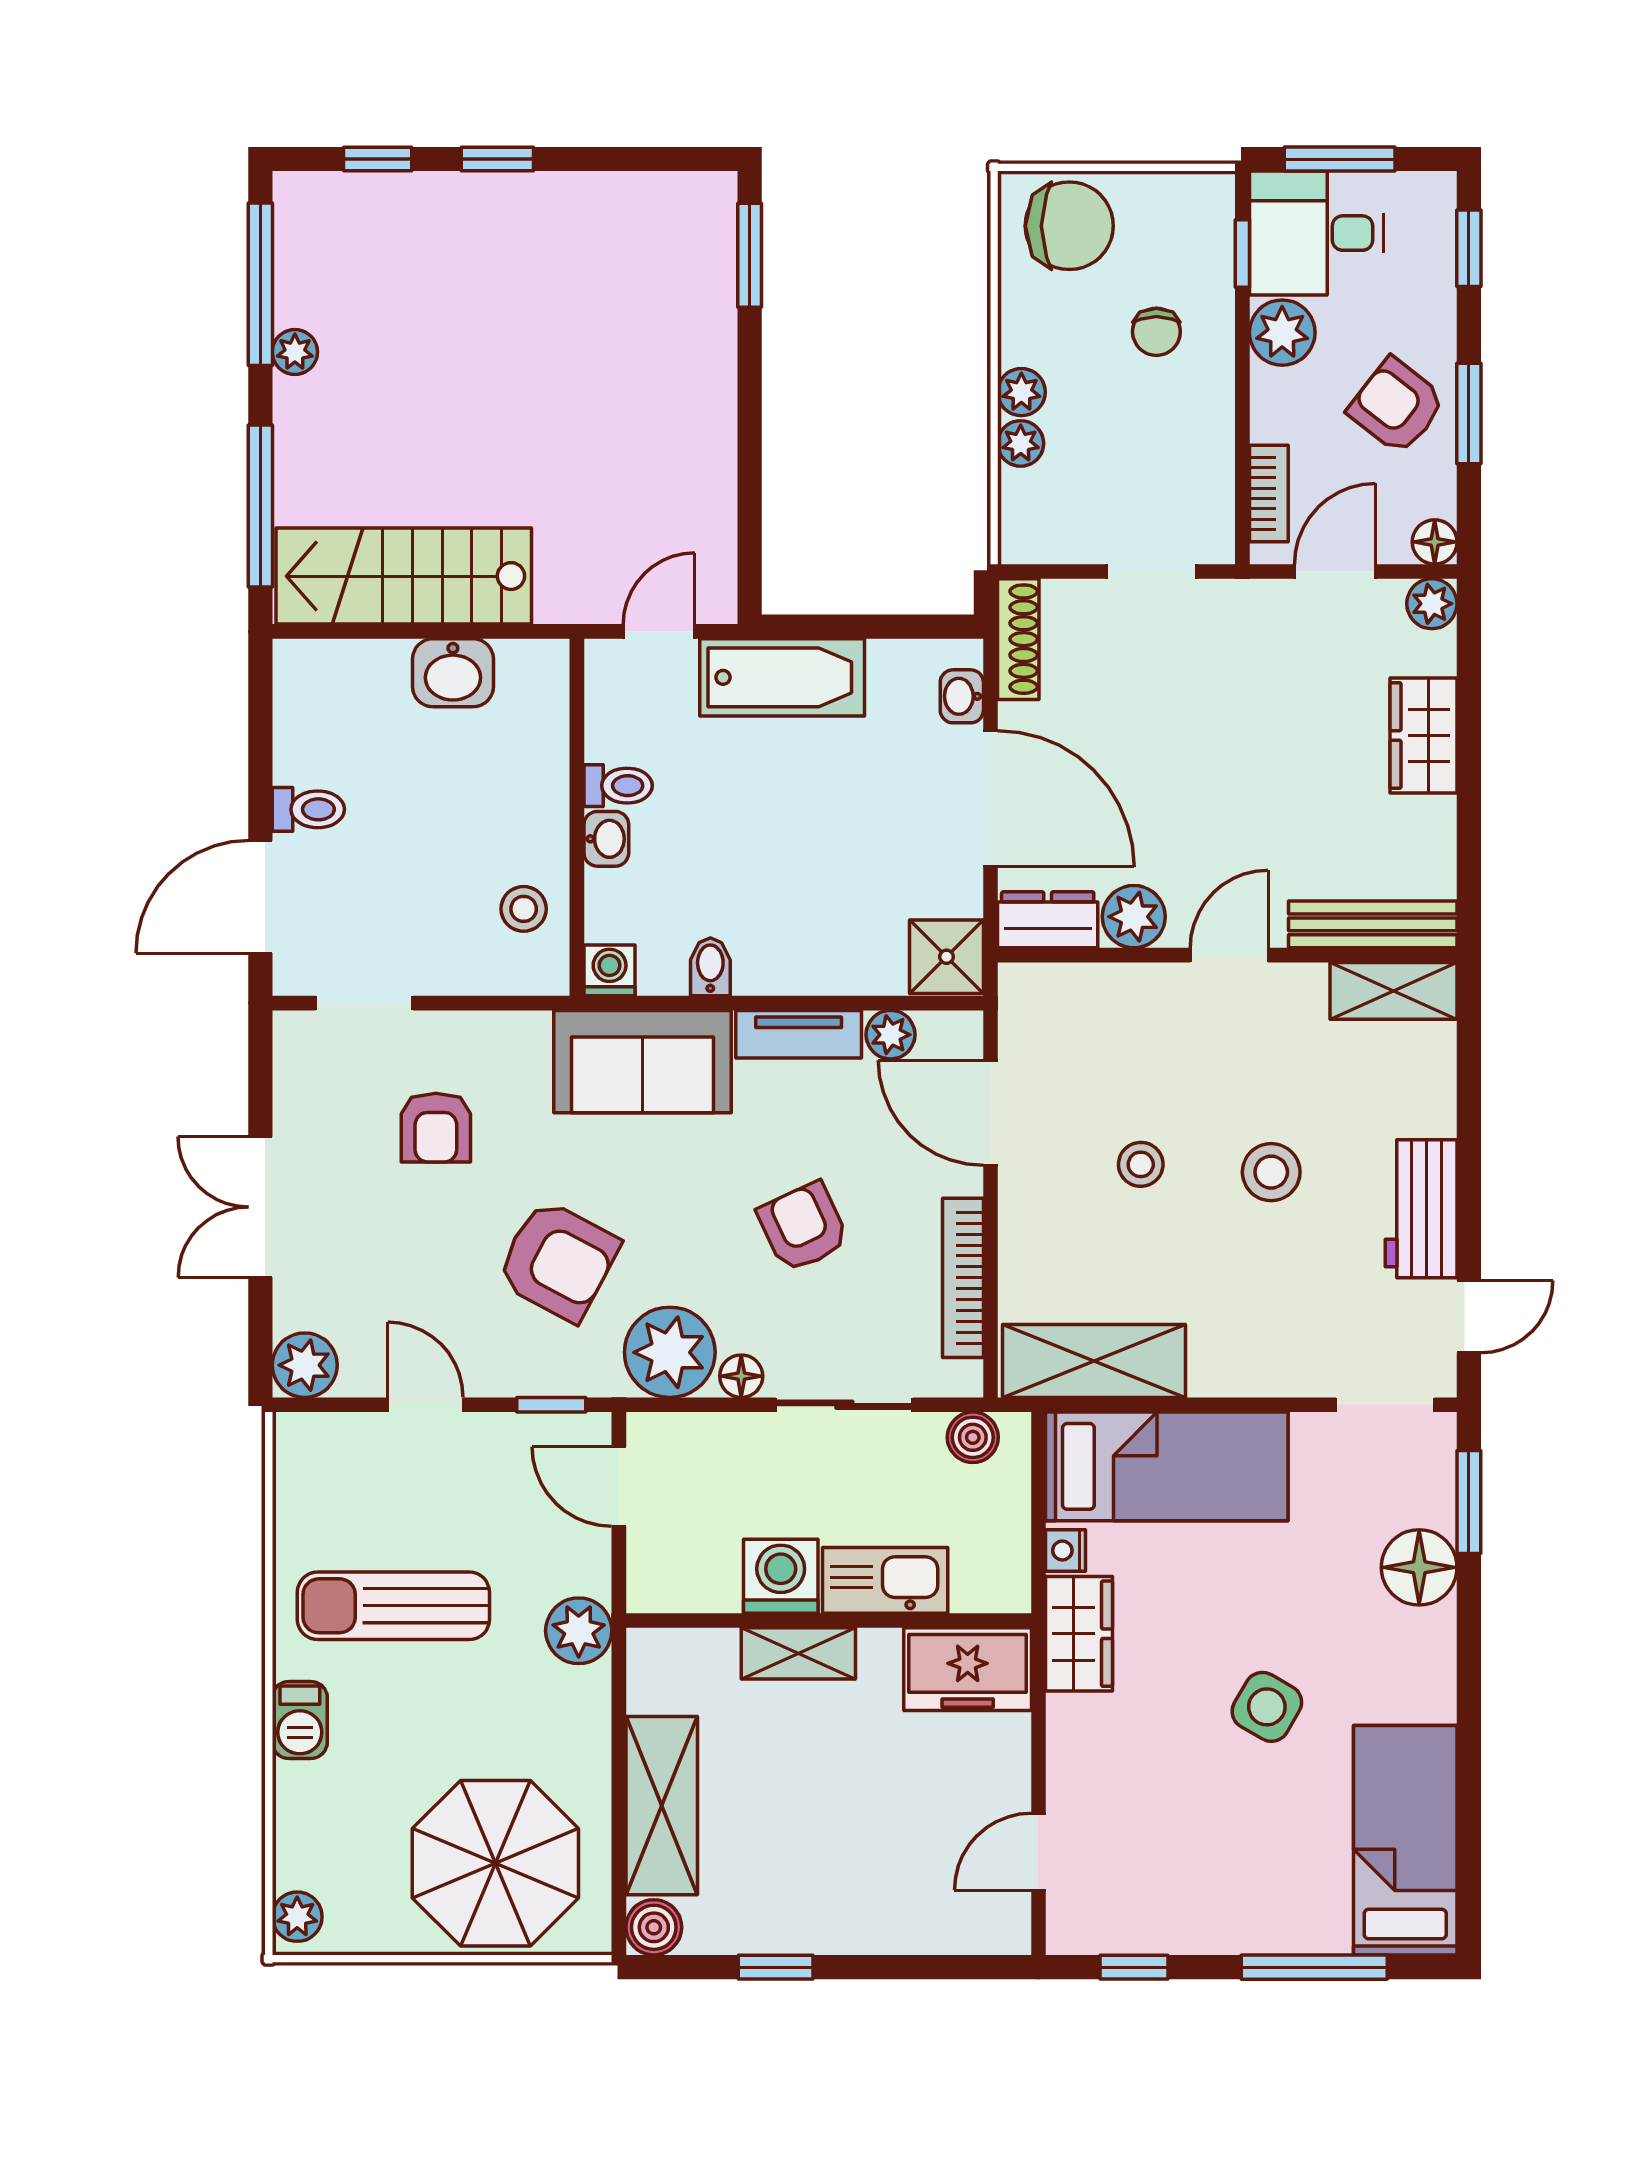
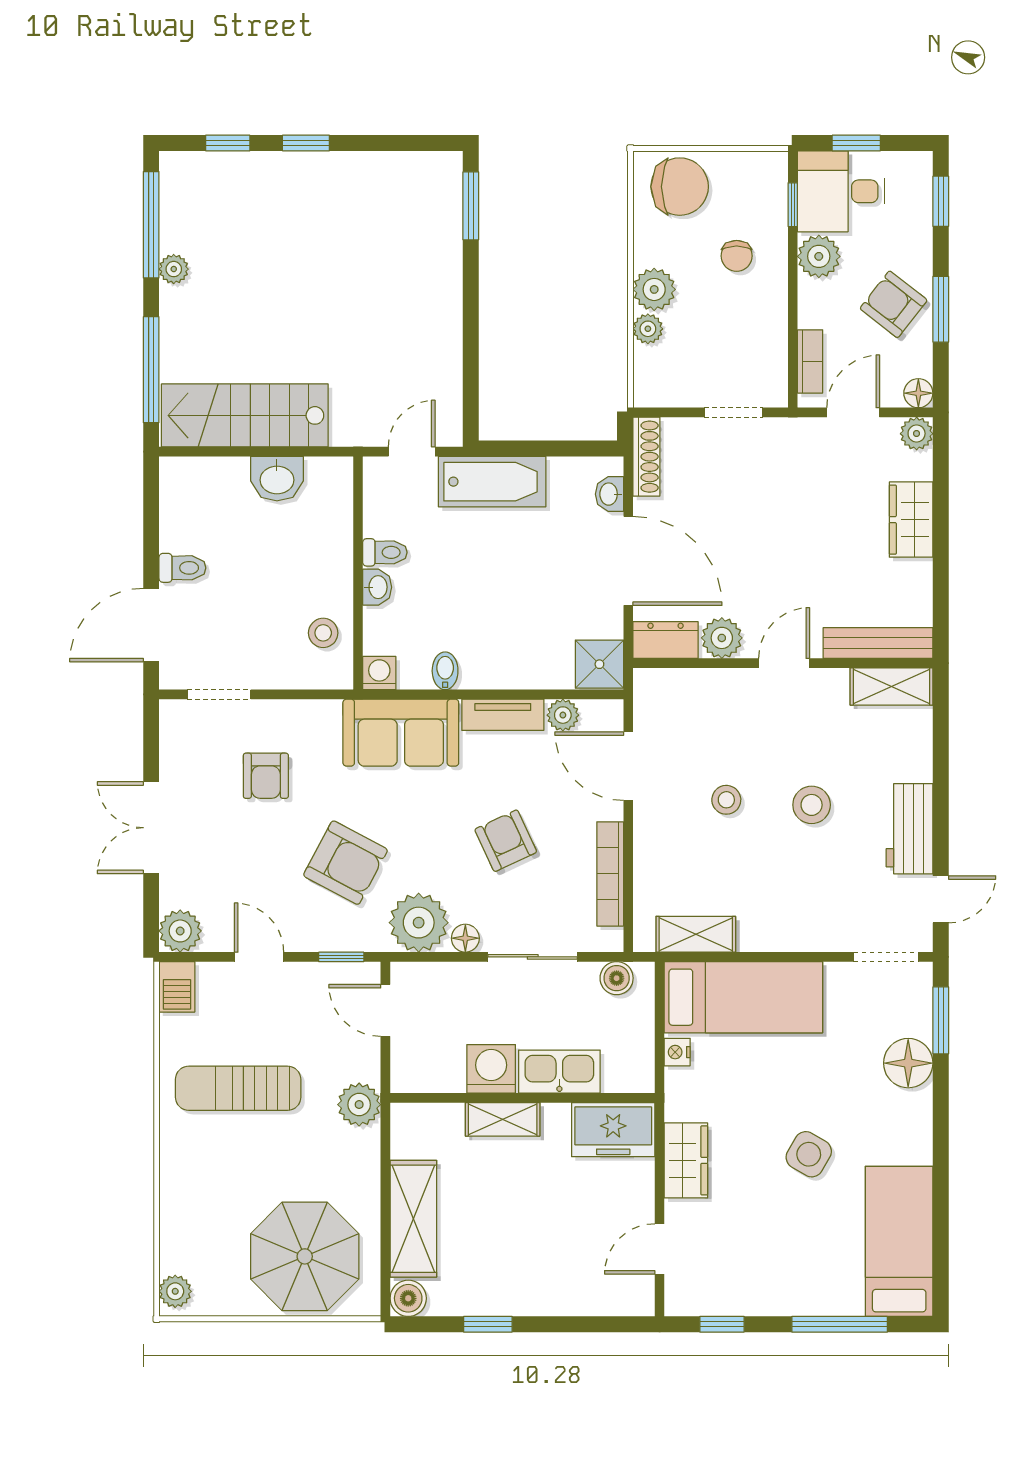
window: (1340, 159) -> (856, 143), width x0.67
plant: (1021, 392) -> (654, 289), width x1.38, depth x1.38
shelving: (1094, 1361) -> (696, 934), width x0.67, depth x0.75
wardrobe: (1079, 1634) -> (686, 1160), moved
barbecue: (300, 1720) -> (177, 987), moved

